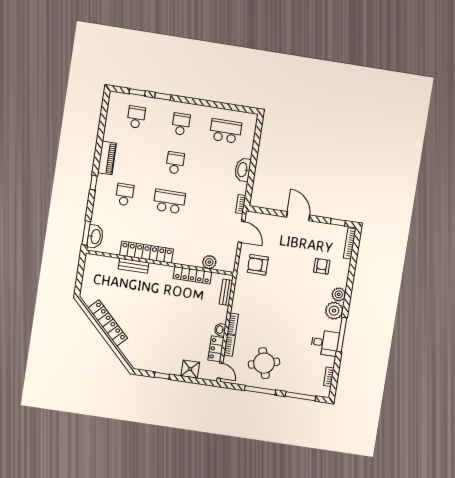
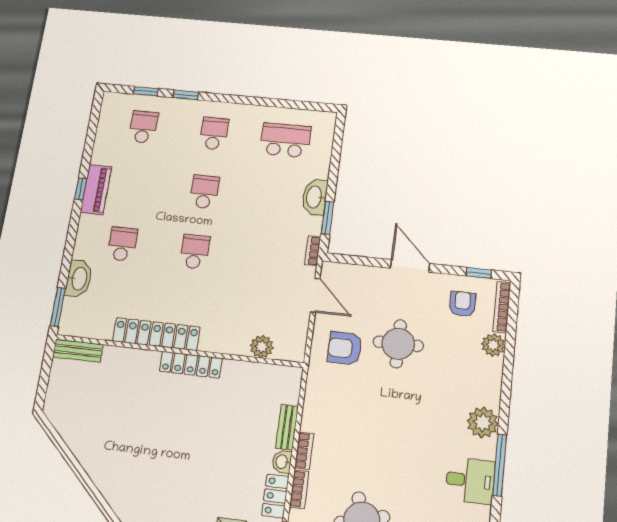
window: (94, 183) -> (81, 189), moved
window: (250, 184) -> (327, 218), added
school desk: (169, 201) -> (195, 252), width x0.54
washbasin: (95, 237) -> (79, 279), moved
round table: (289, 263) -> (398, 344), added
bench: (134, 266) -> (78, 351), moved
armchair: (322, 266) -> (462, 304), moved
locker: (192, 275) -> (191, 365), moved
bench: (226, 292) -> (287, 427), moved
plant: (339, 294) -> (493, 345), moved
locker: (108, 323) -> (88, 455), removed

